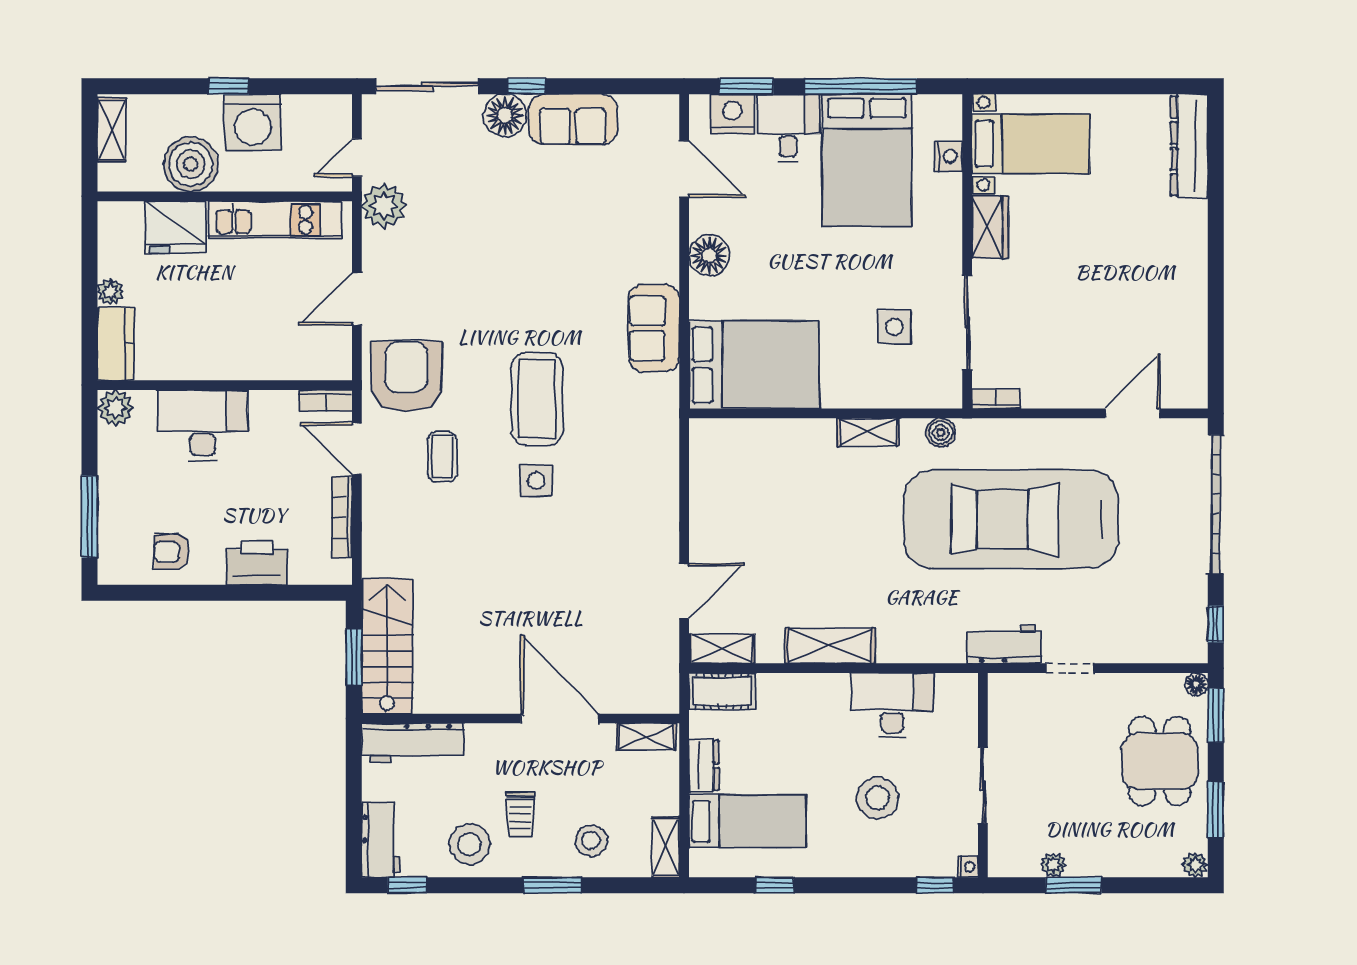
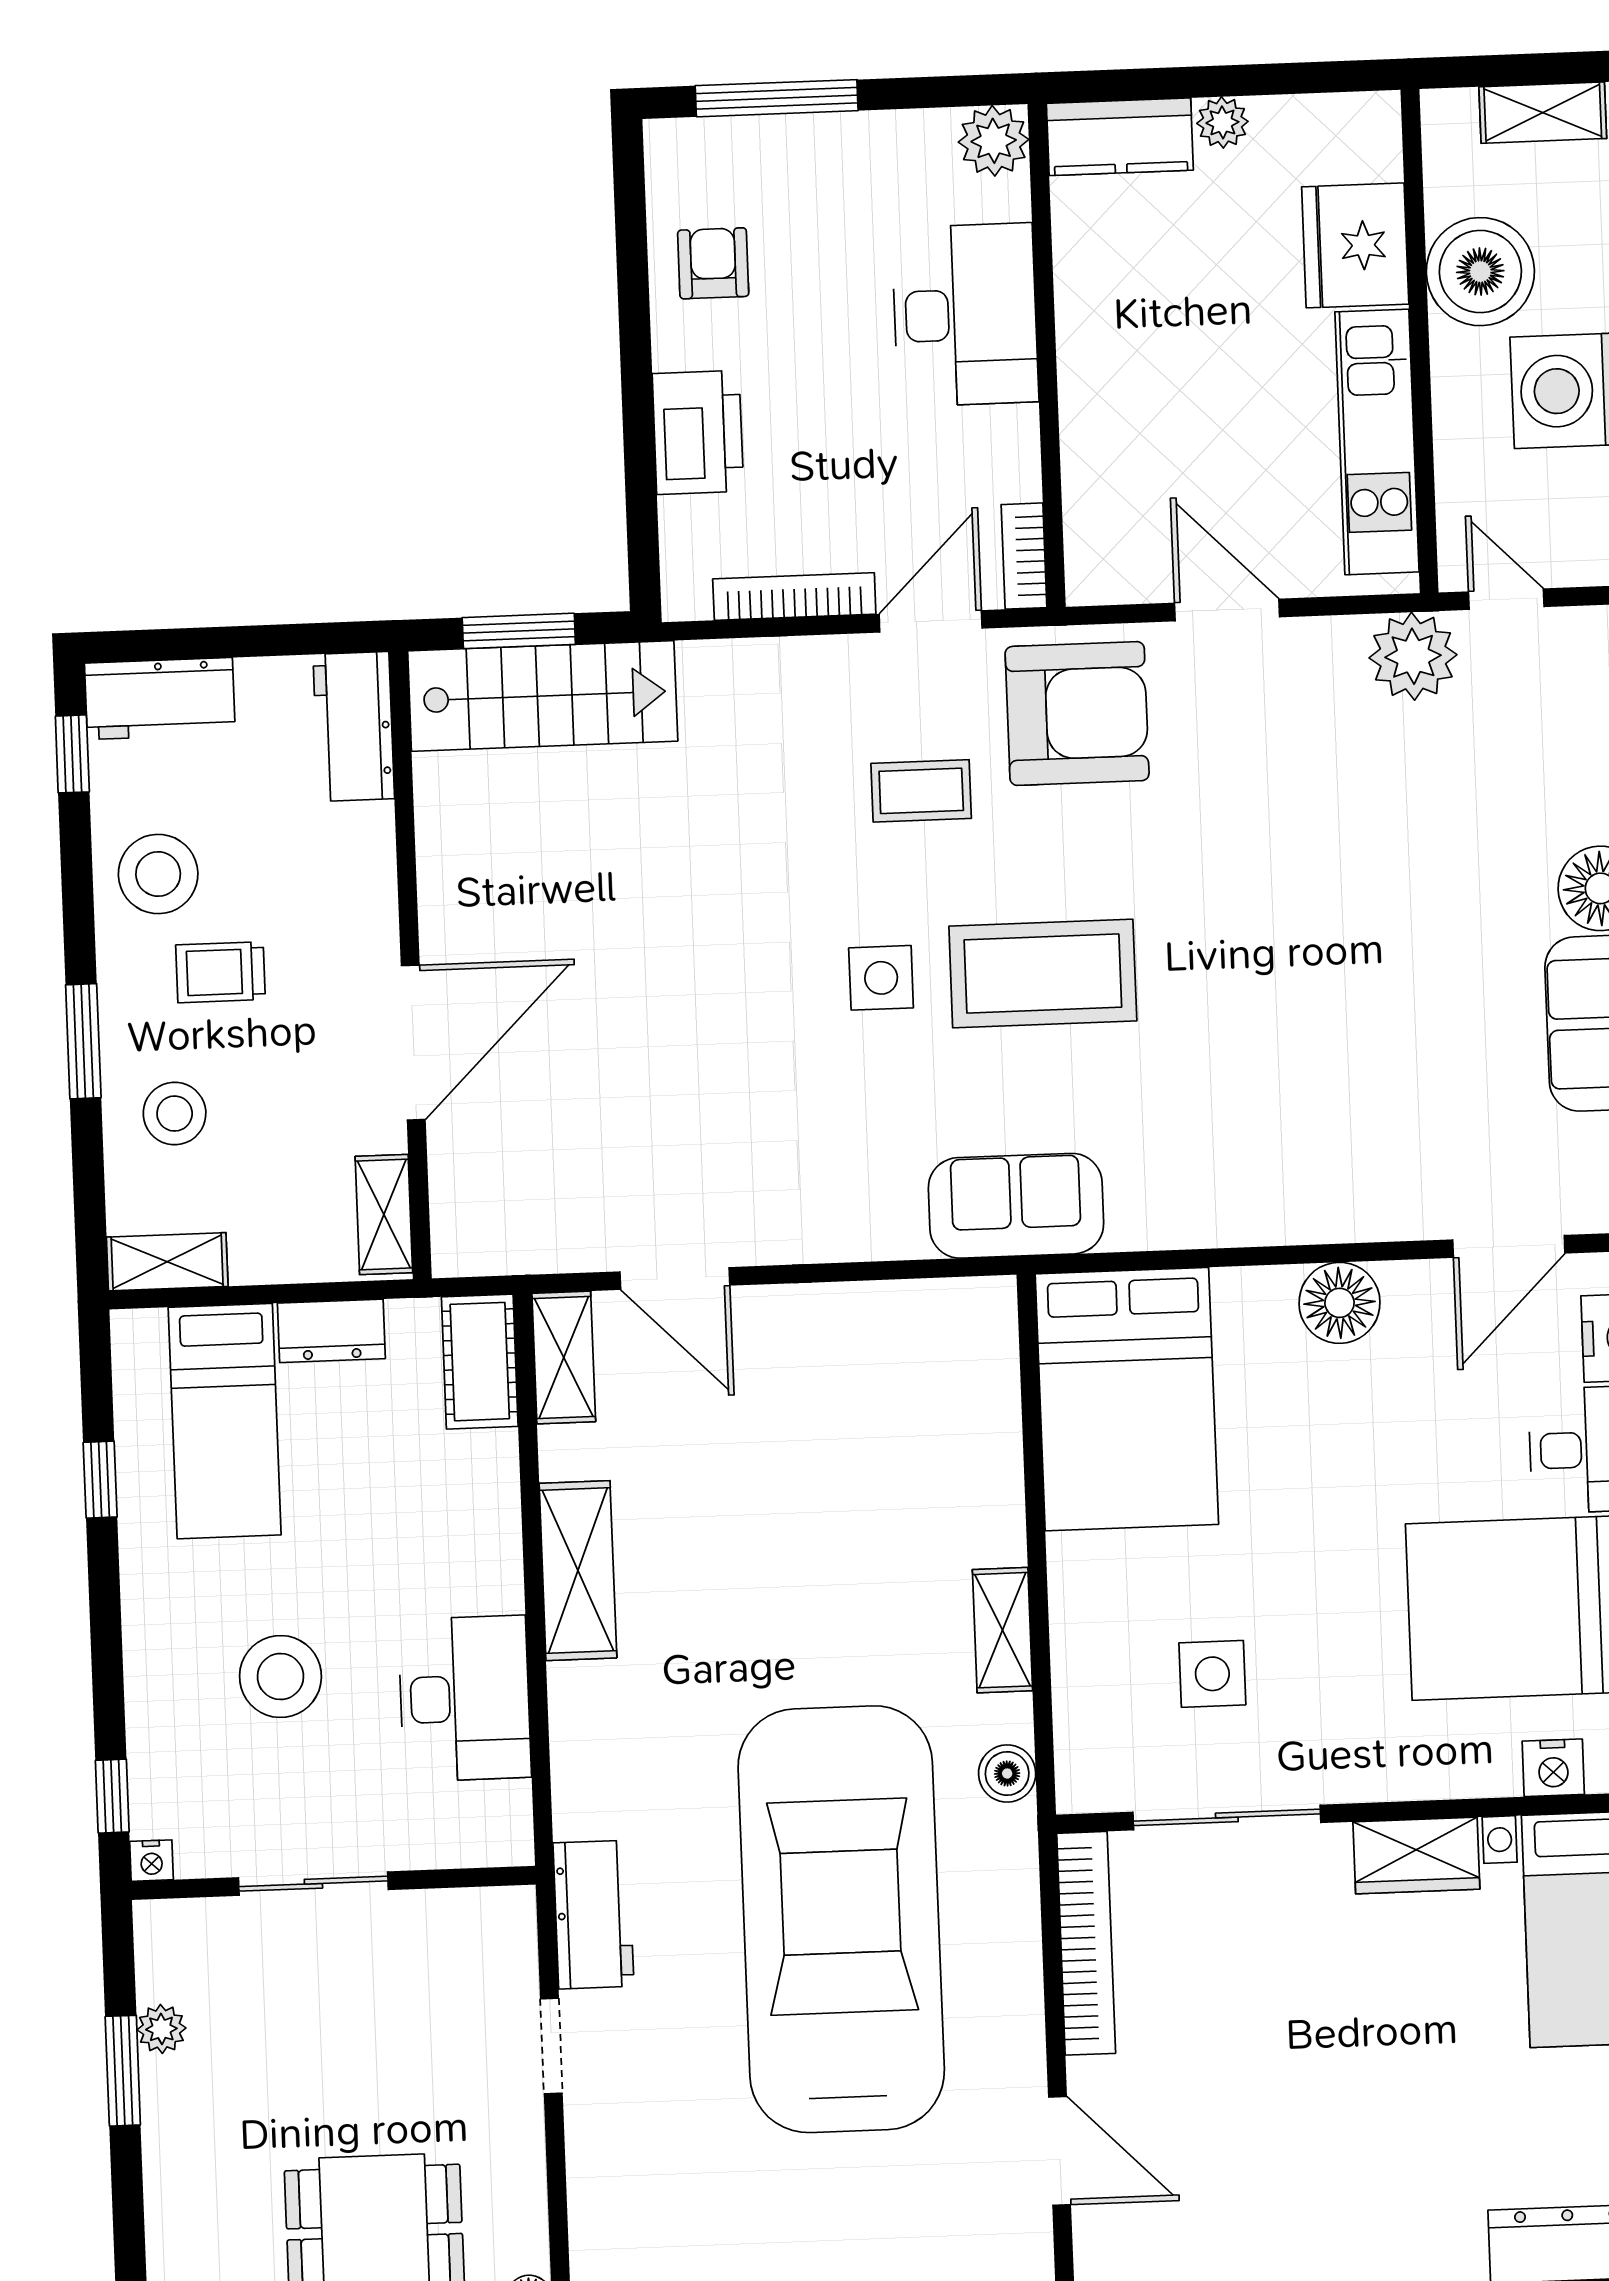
sofa: (654, 328) -> (1016, 1206), moved
bookcase: (996, 399) -> (1086, 1943), width x2.31, depth x1.31
workbench: (413, 742) -> (354, 727), width x0.73

